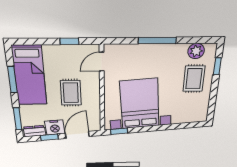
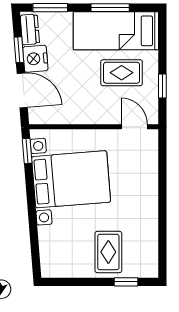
window: (157, 41) -> (162, 199), removed
plant: (196, 51) -> (148, 251), removed
rug: (194, 79) -> (108, 252), turned 90
rug: (71, 93) -> (122, 73), moved

